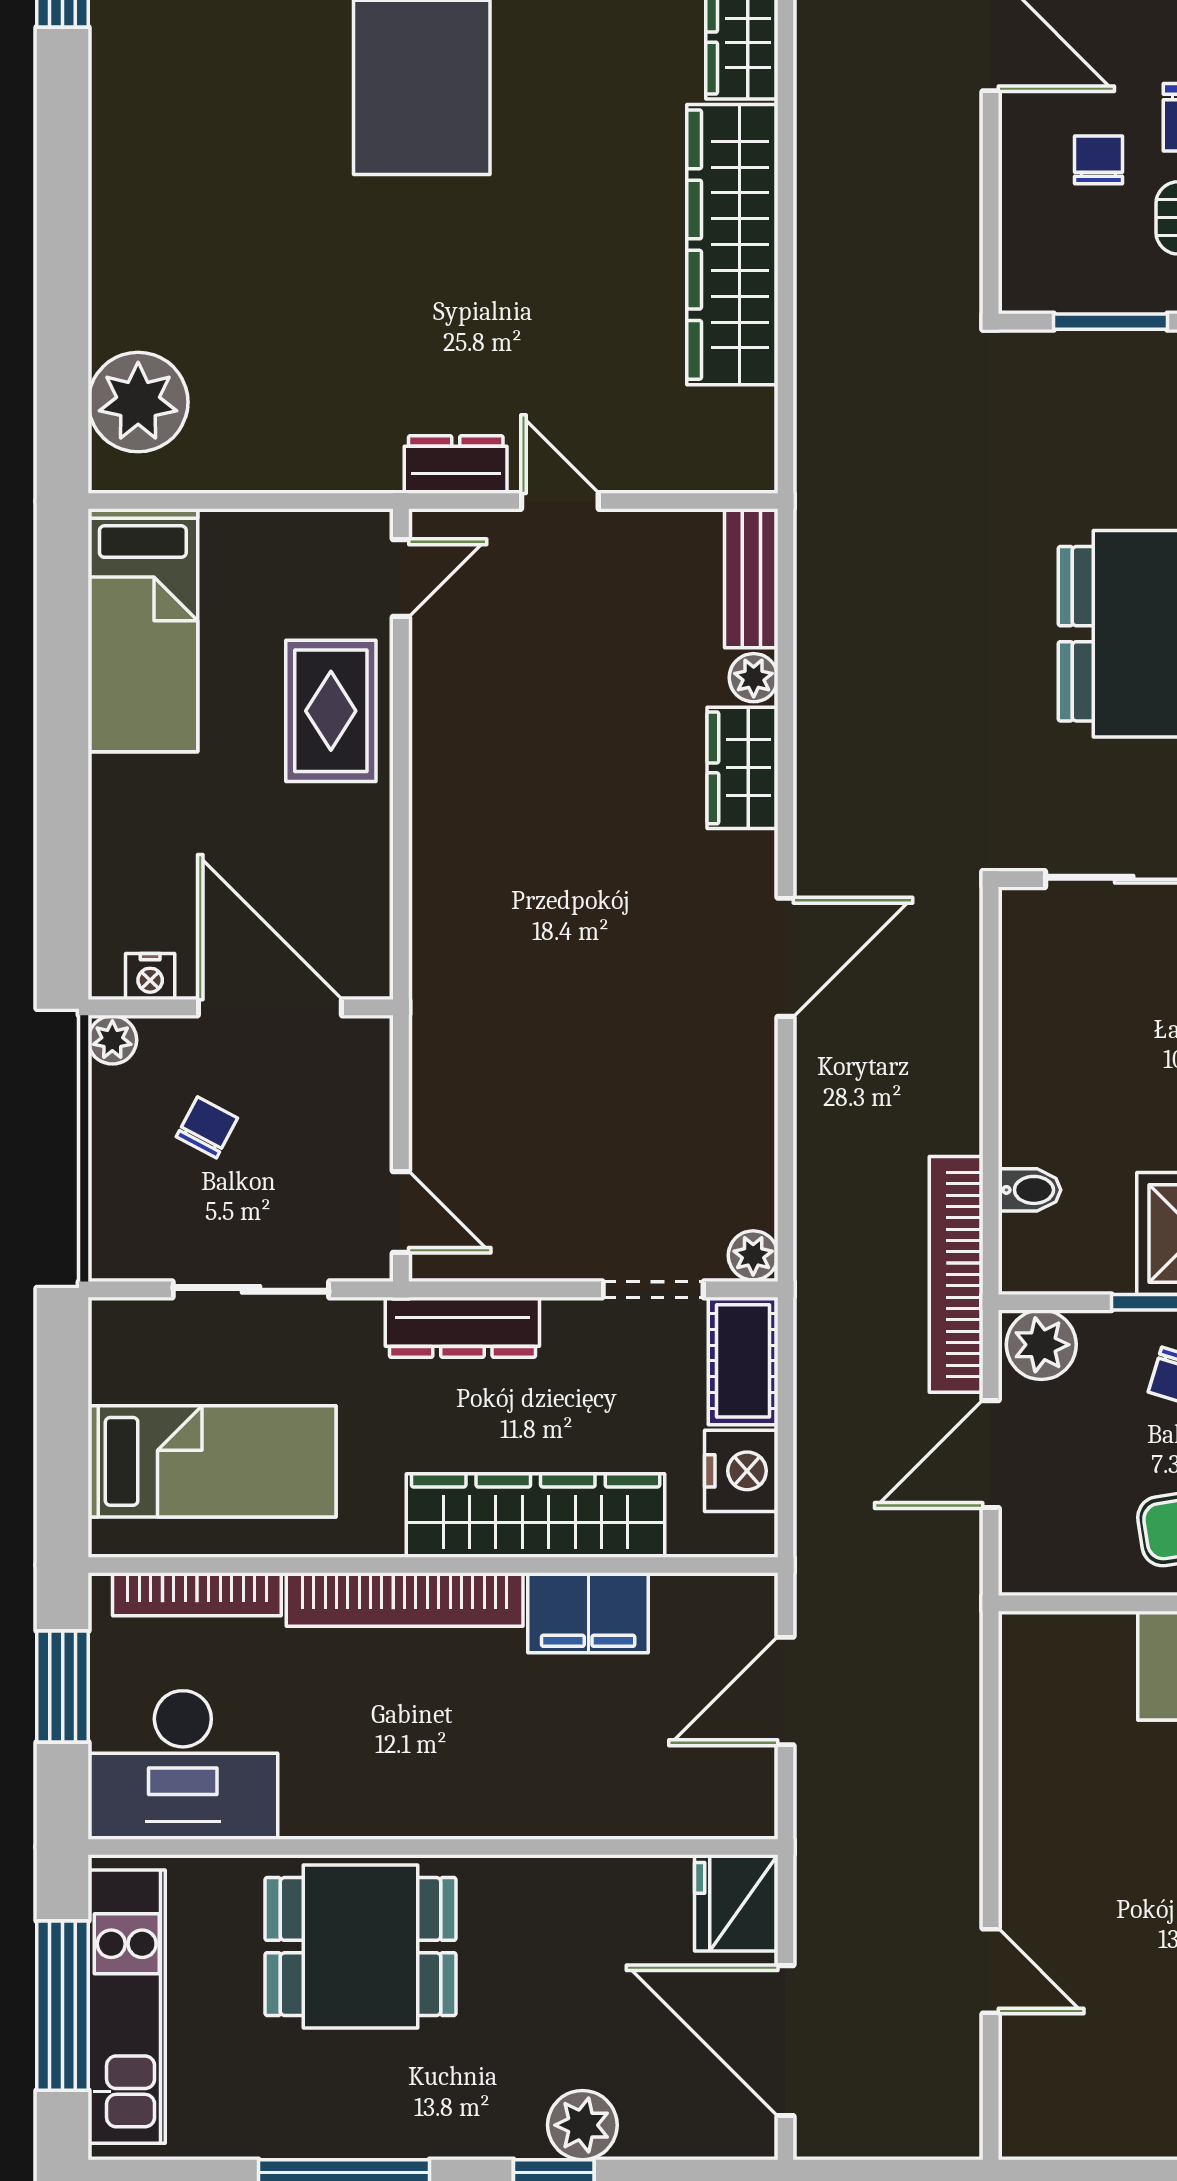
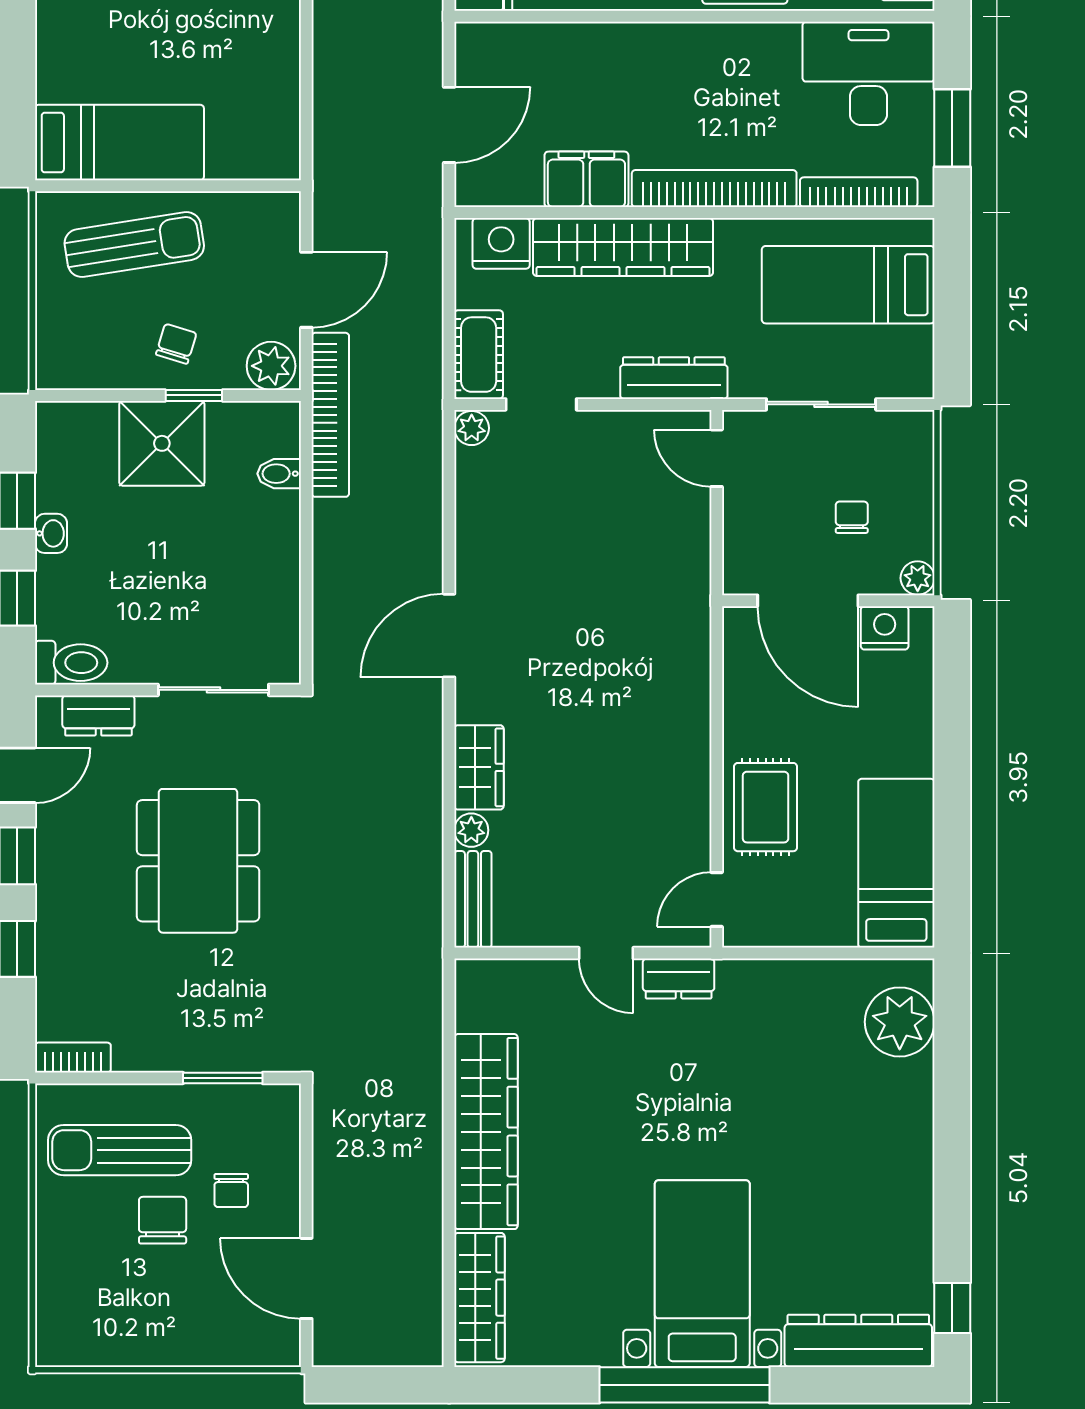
nightstand: (150, 976) -> (885, 628), width x1.39, depth x1.35
chair: (207, 1127) -> (852, 517), turned 152
nightstand: (741, 1471) -> (501, 243), moved, turned 90

